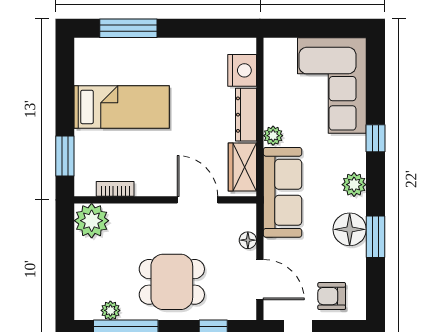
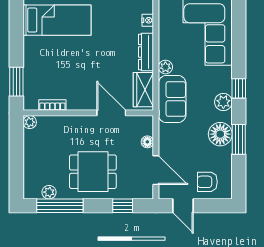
nightstand: (242, 70) -> (148, 20), width x0.53, depth x0.56
bed: (122, 107) -> (57, 20), moved
window: (375, 138) -> (239, 88), moved
sofa: (283, 192) -> (172, 99), width x0.73
plant: (92, 221) -> (30, 122), width x0.53, depth x0.53

